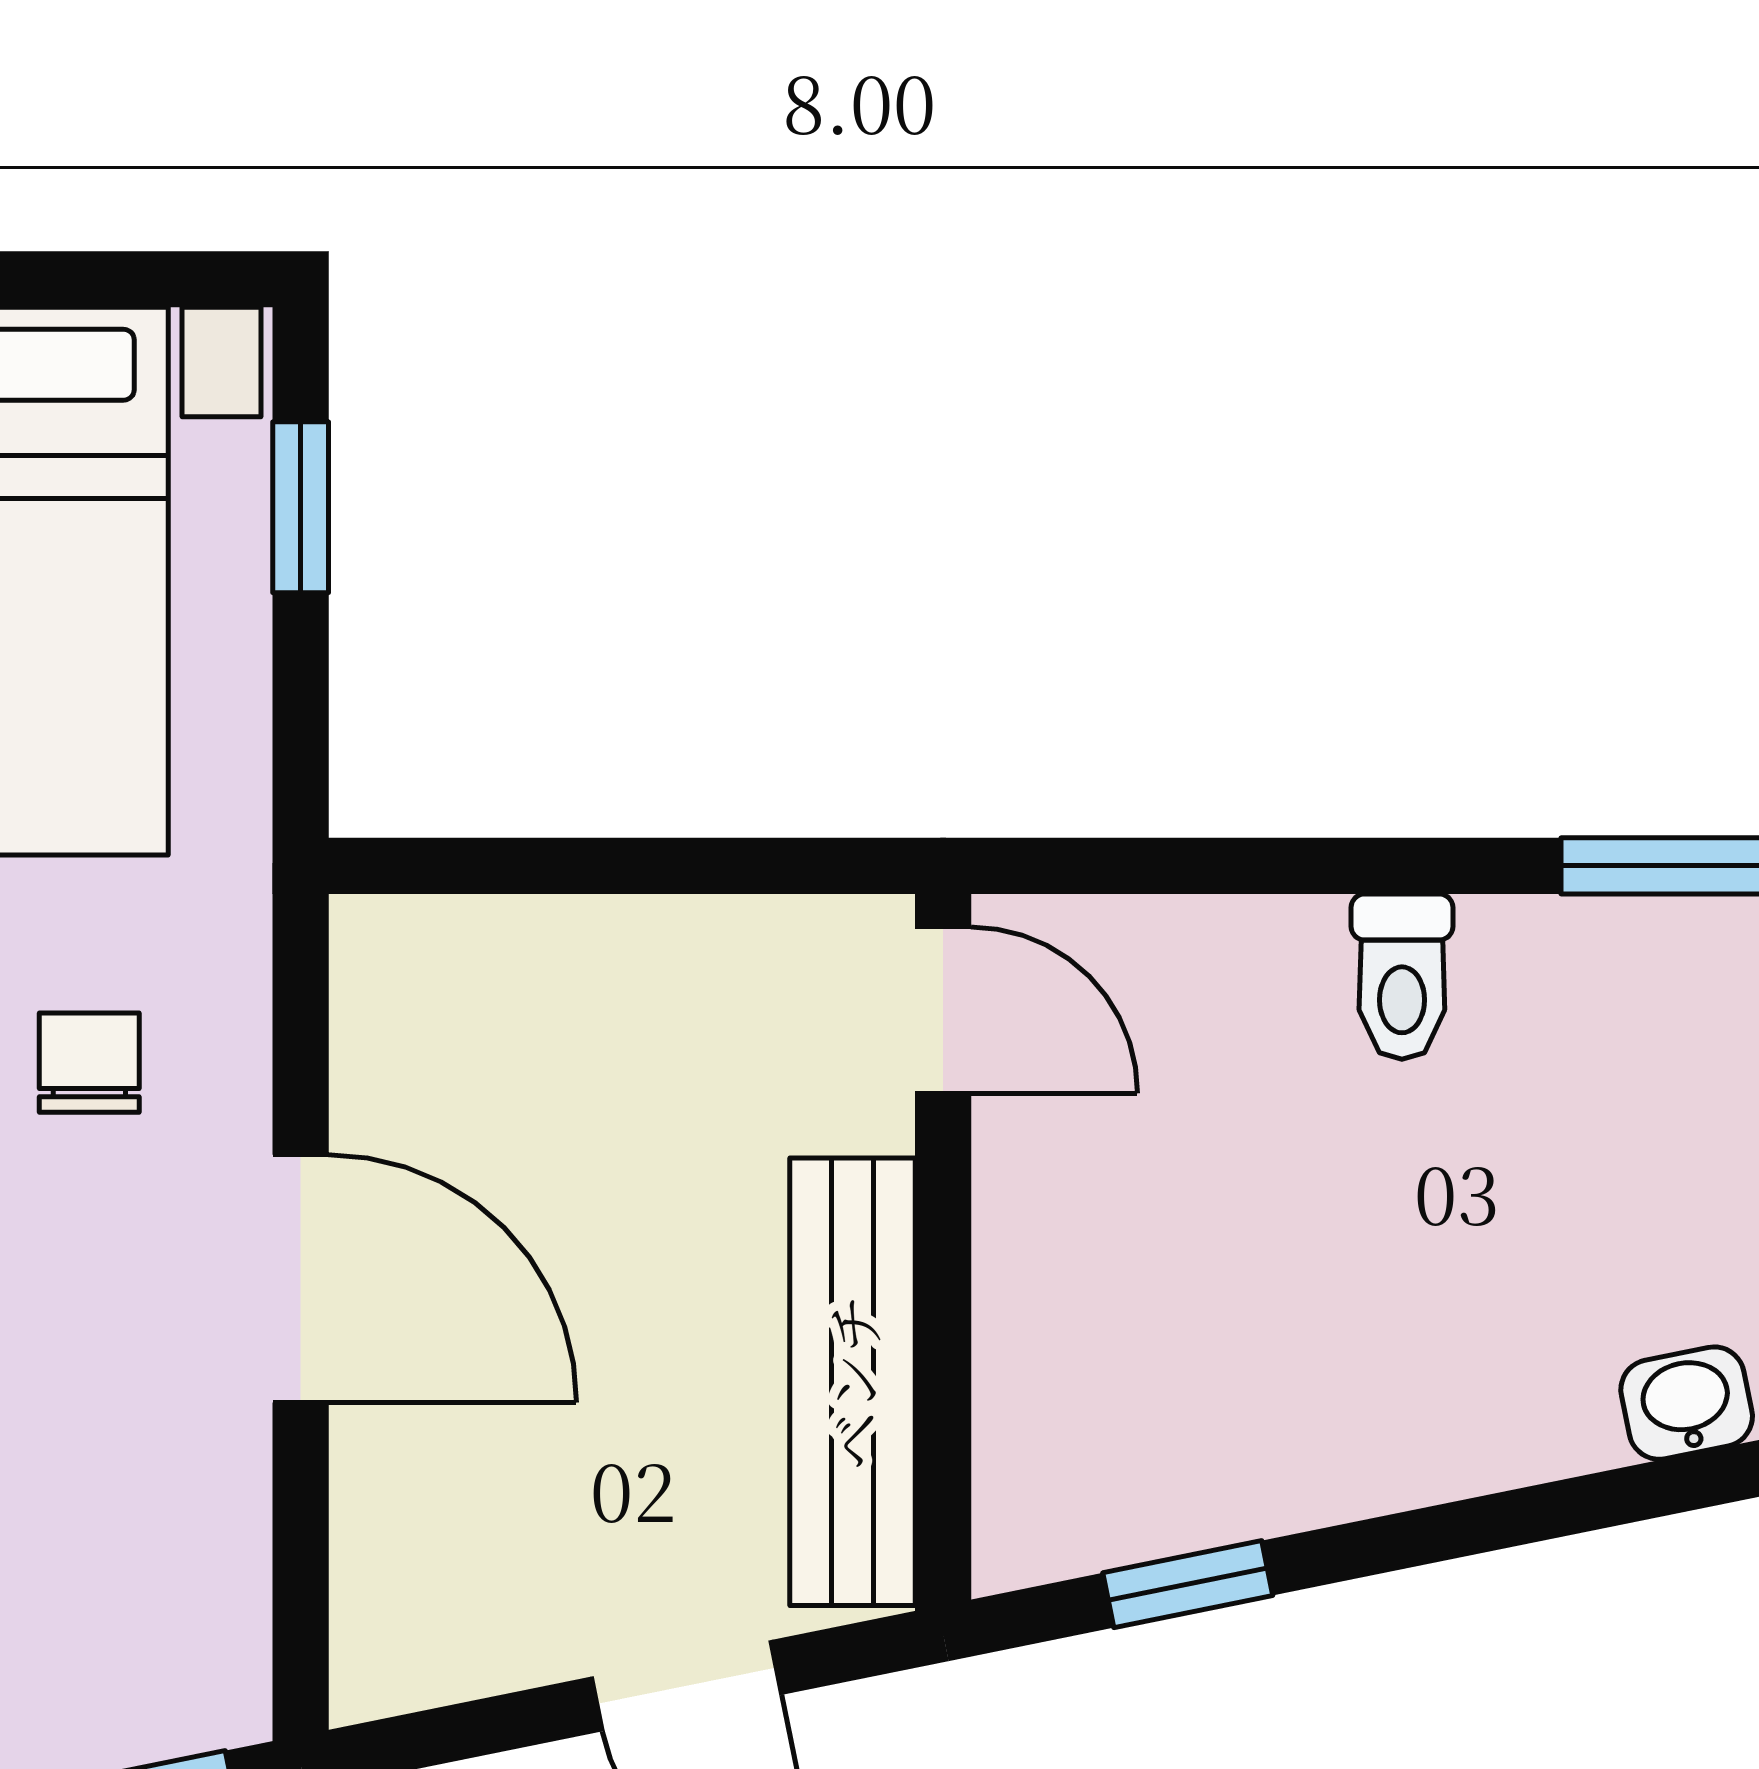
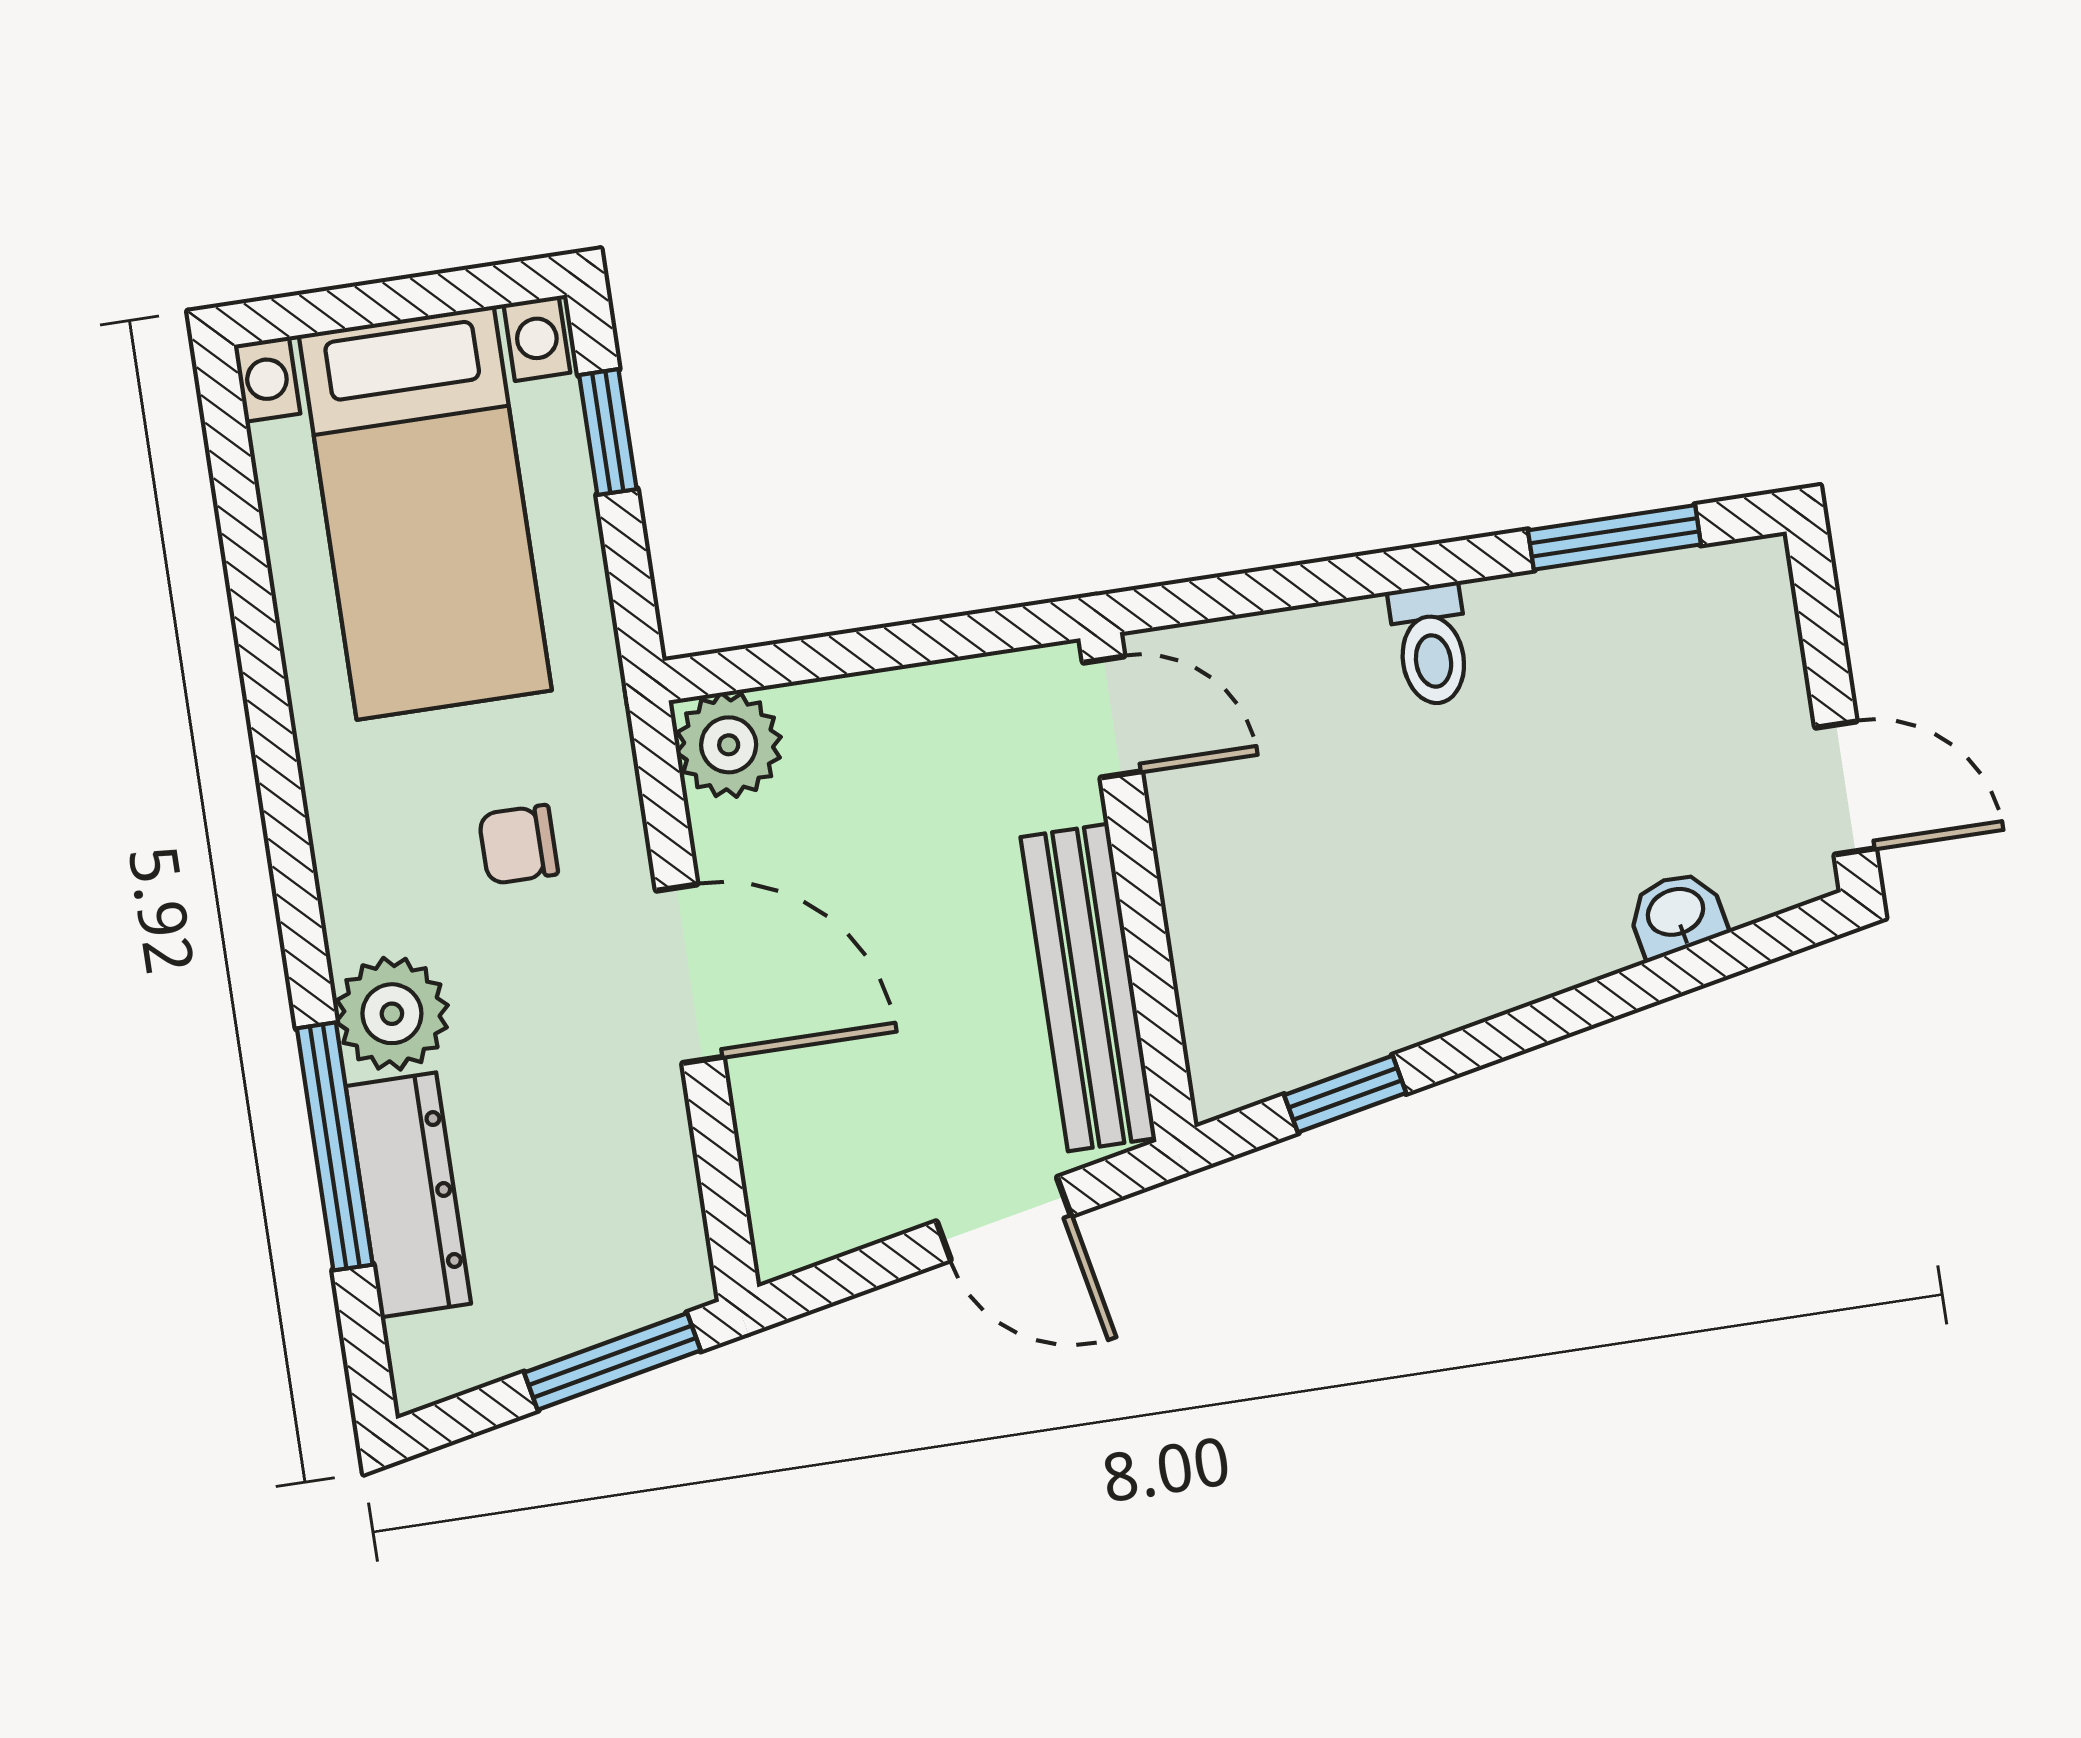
plant: (403, 968) -> (729, 745), added
chair: (89, 1063) -> (518, 845), turned -90

